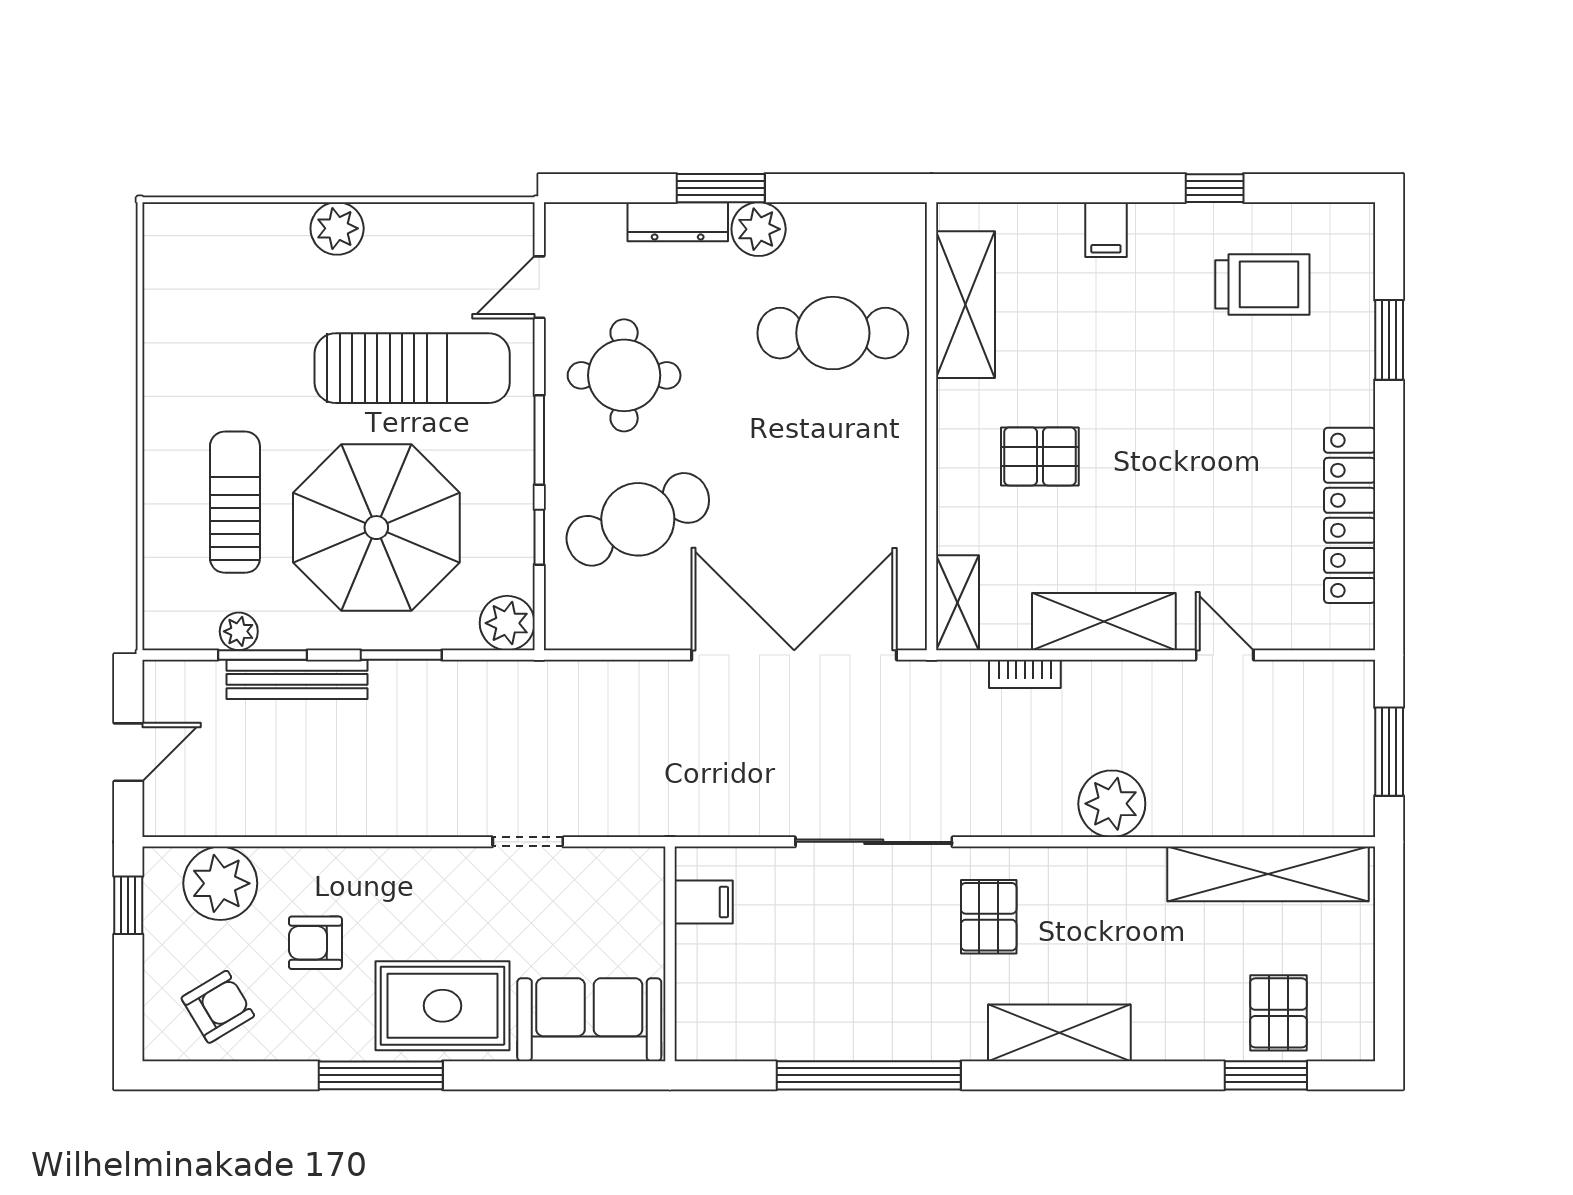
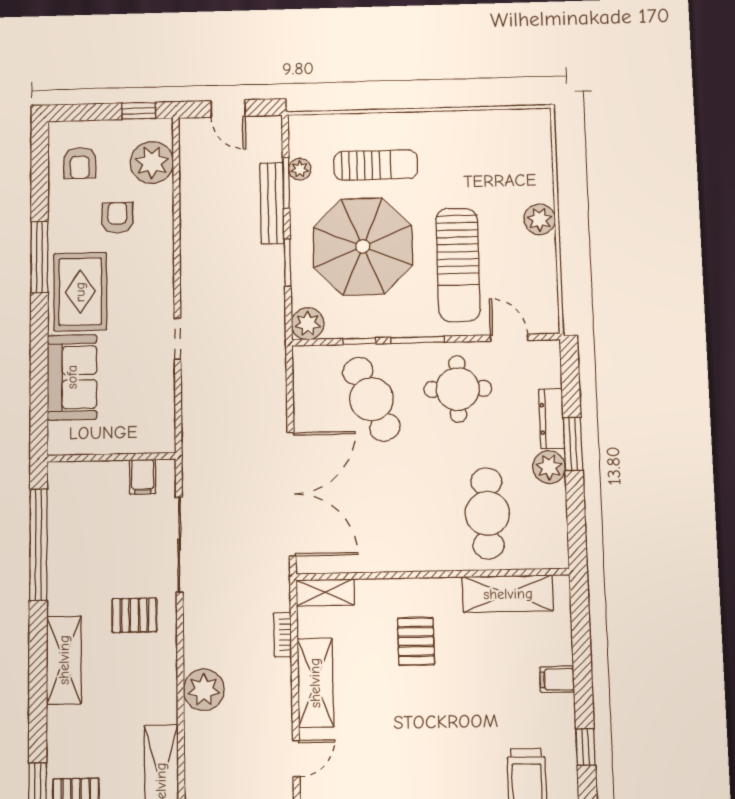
filing cabinet: (704, 902) -> (143, 477), moved
wall: (670, 954) -> (111, 457), moved
armchair: (218, 1007) -> (80, 163), turned 31

